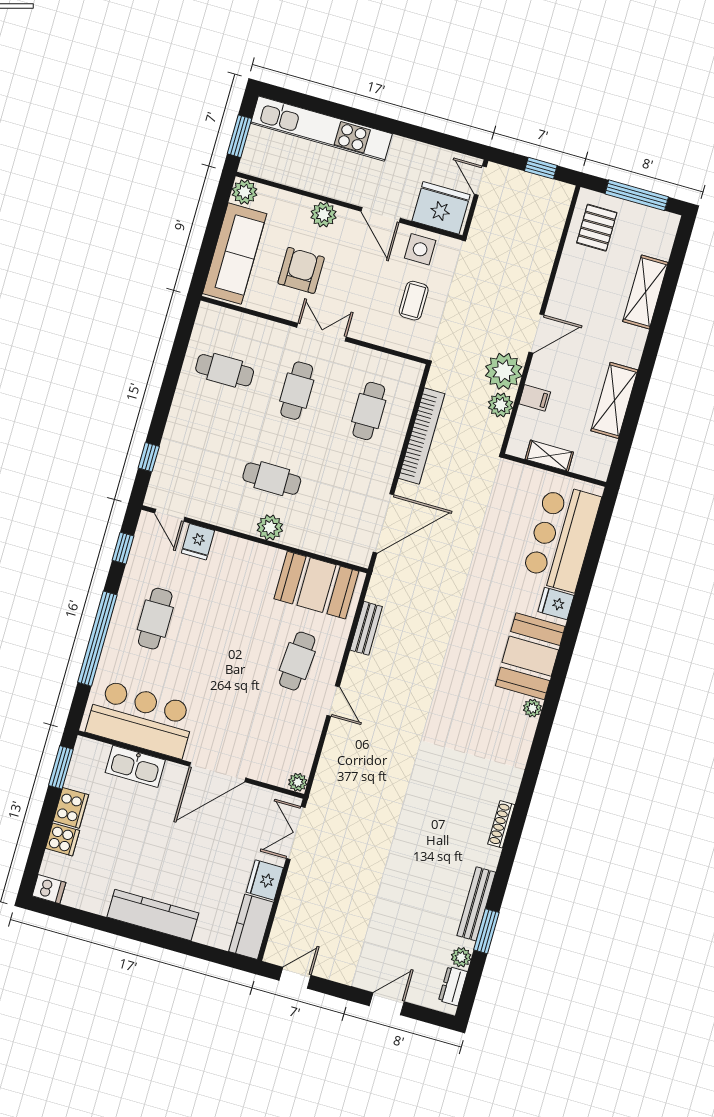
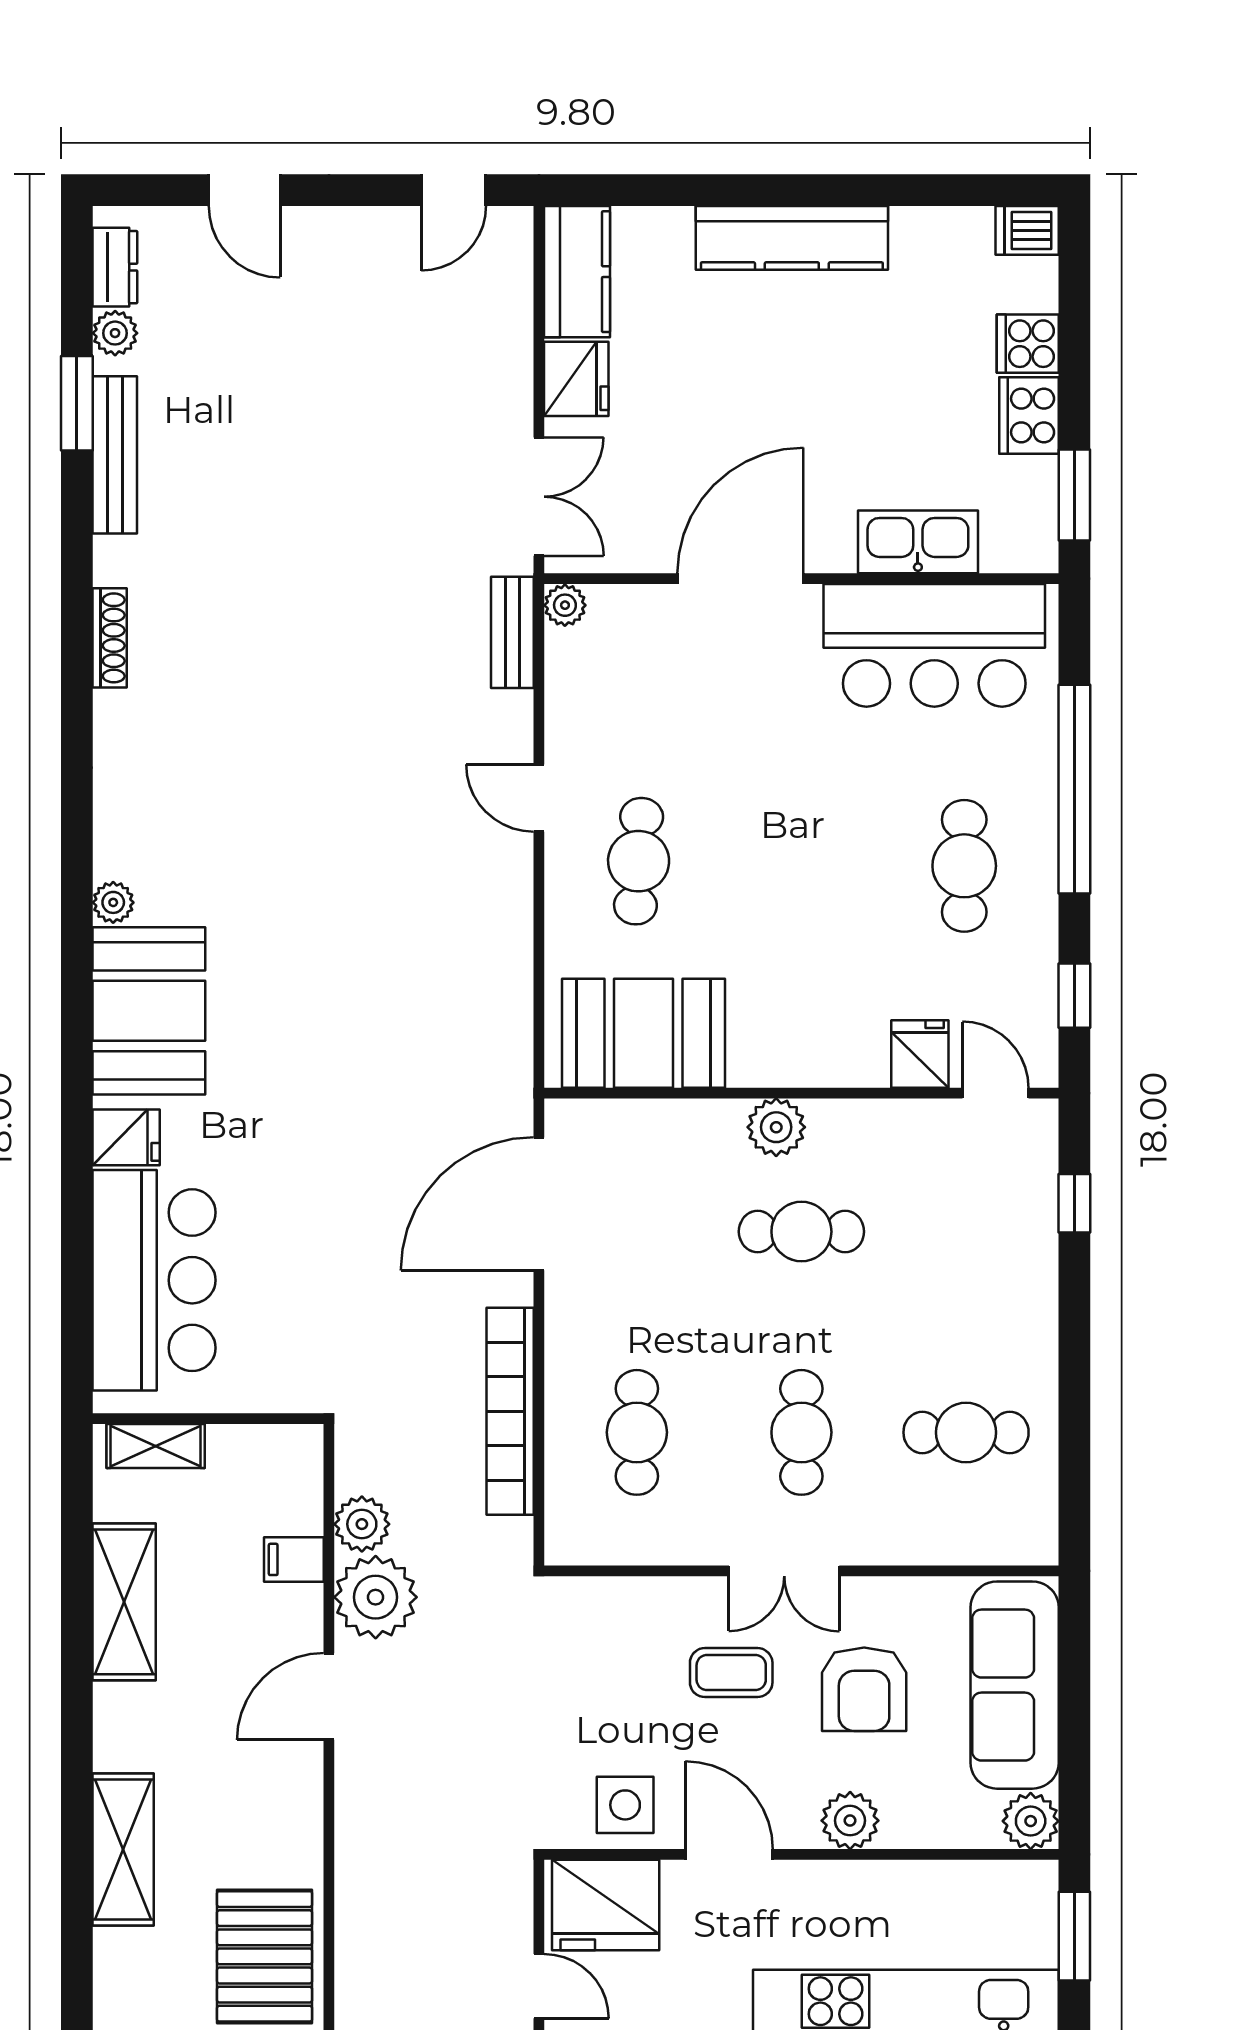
pallet: (597, 228) -> (265, 1956), width x1.50, depth x1.42
coffee table: (414, 301) -> (731, 1673), moved, turned 90
shelving: (549, 456) -> (156, 1446), moved
bench: (366, 628) -> (512, 632), moved
door: (387, 1004) -> (244, 190), hinge flipped

